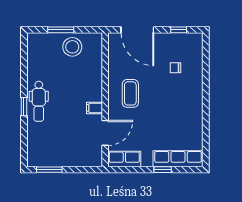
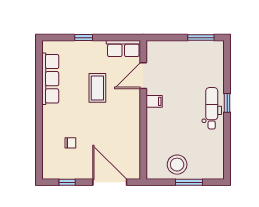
coffee table: (130, 93) -> (97, 88), moved
row of seats: (178, 159) -> (50, 79), moved, turned -90

